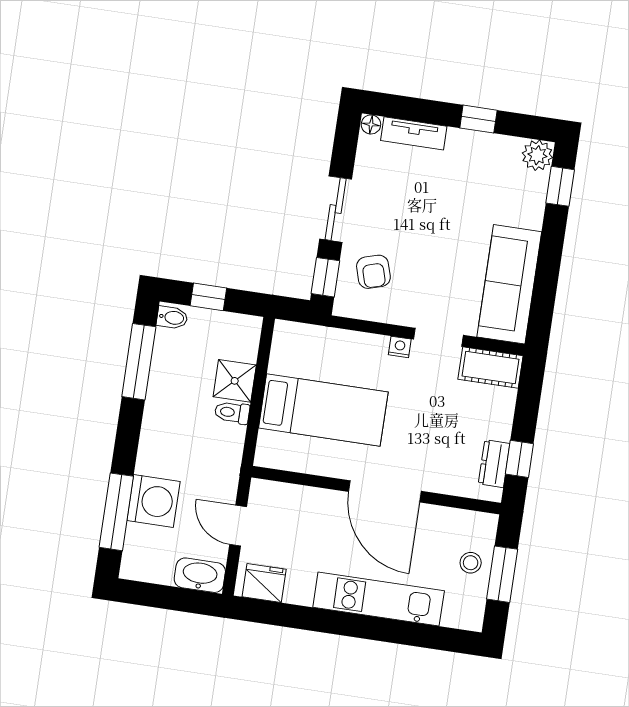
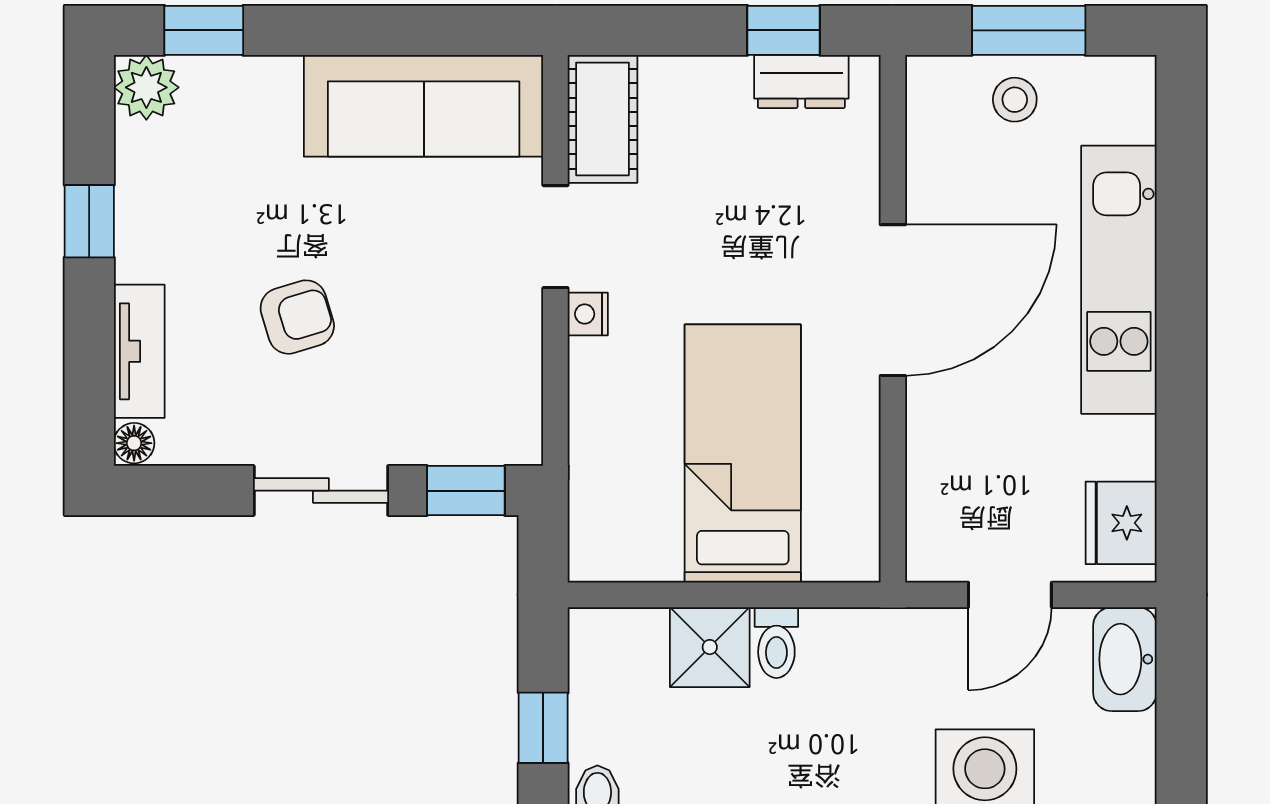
armchair: (373, 272) -> (297, 317), moved

